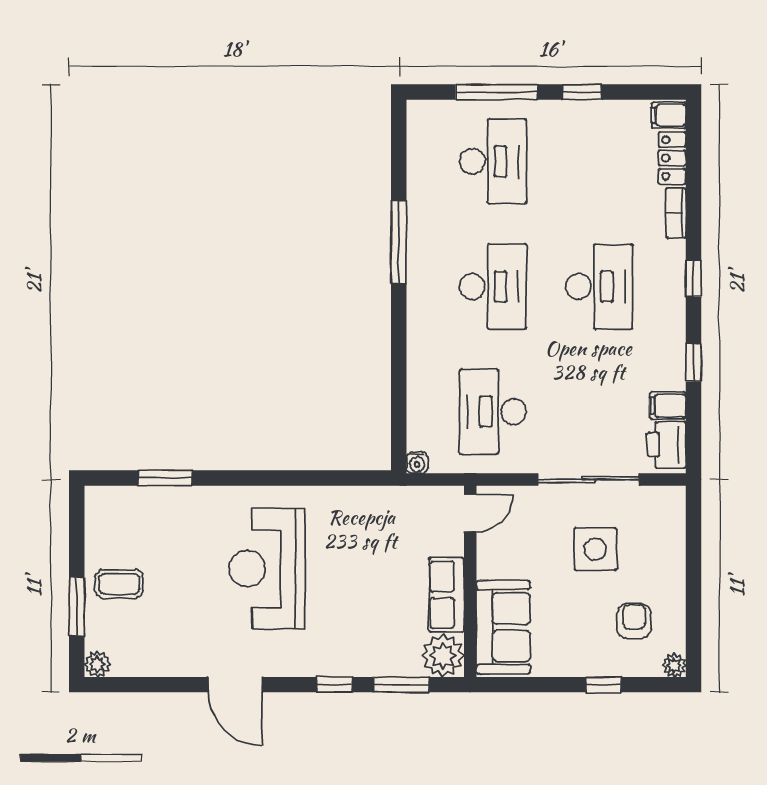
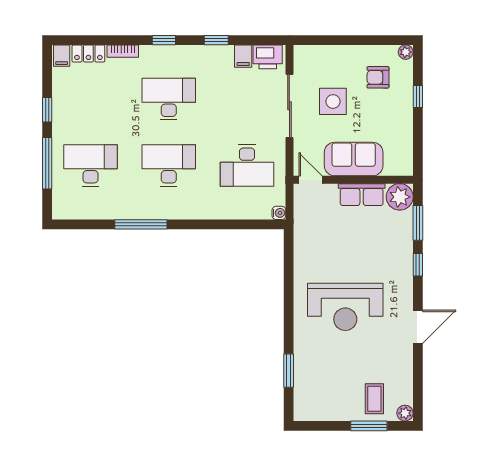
coffee table: (119, 584) -> (374, 399), moved
sofa: (503, 627) -> (354, 159), moved

